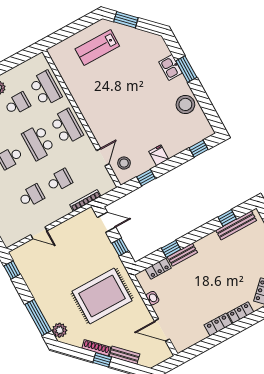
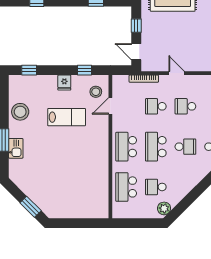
lab bench: (97, 47) -> (67, 117), moved
school desk: (38, 142) -> (156, 147), turned 180
door: (39, 233) -> (177, 73), moved

